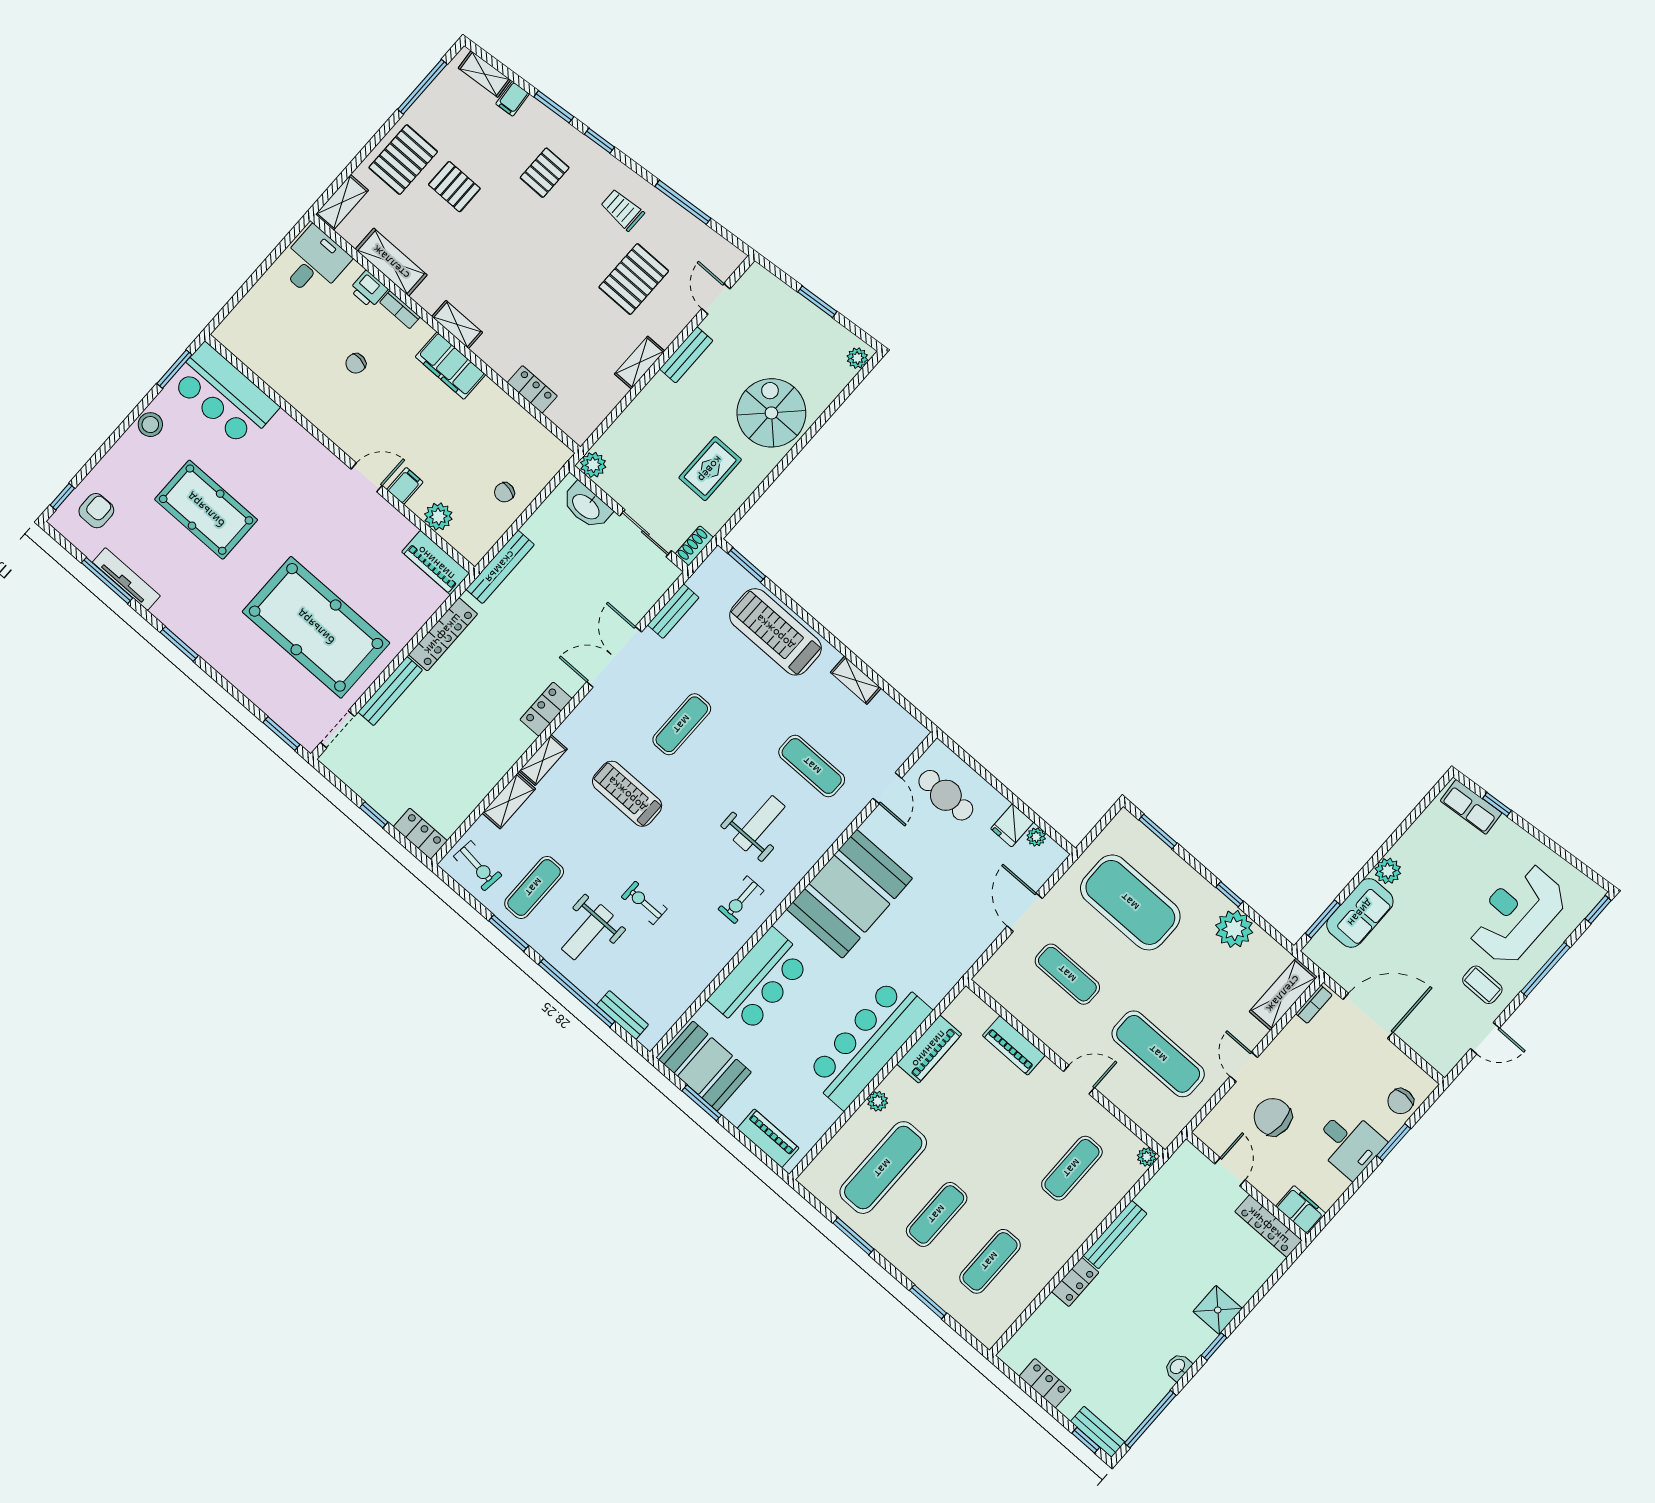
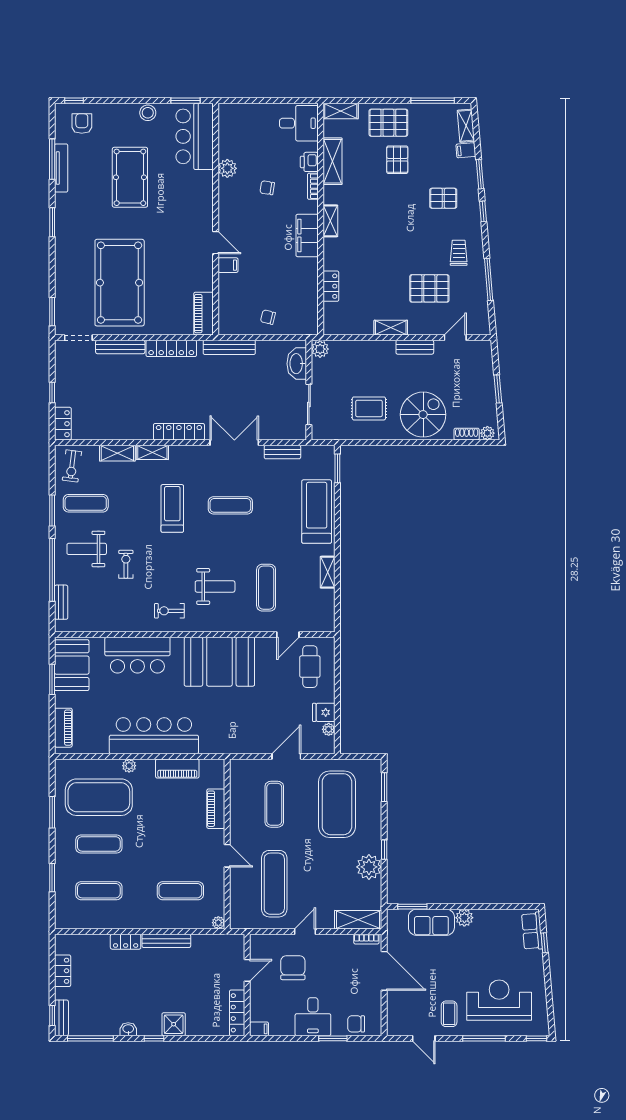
armchair: (96, 511) -> (82, 124), turned -90
plant: (438, 517) -> (227, 168), moved
shoe rack: (694, 546) -> (467, 434), moved
locker: (546, 709) -> (179, 432), width x1.53
exercise mat: (883, 1168) -> (99, 797), width x1.47
filing cabinet: (1301, 1210) -> (259, 1029), width x0.50

